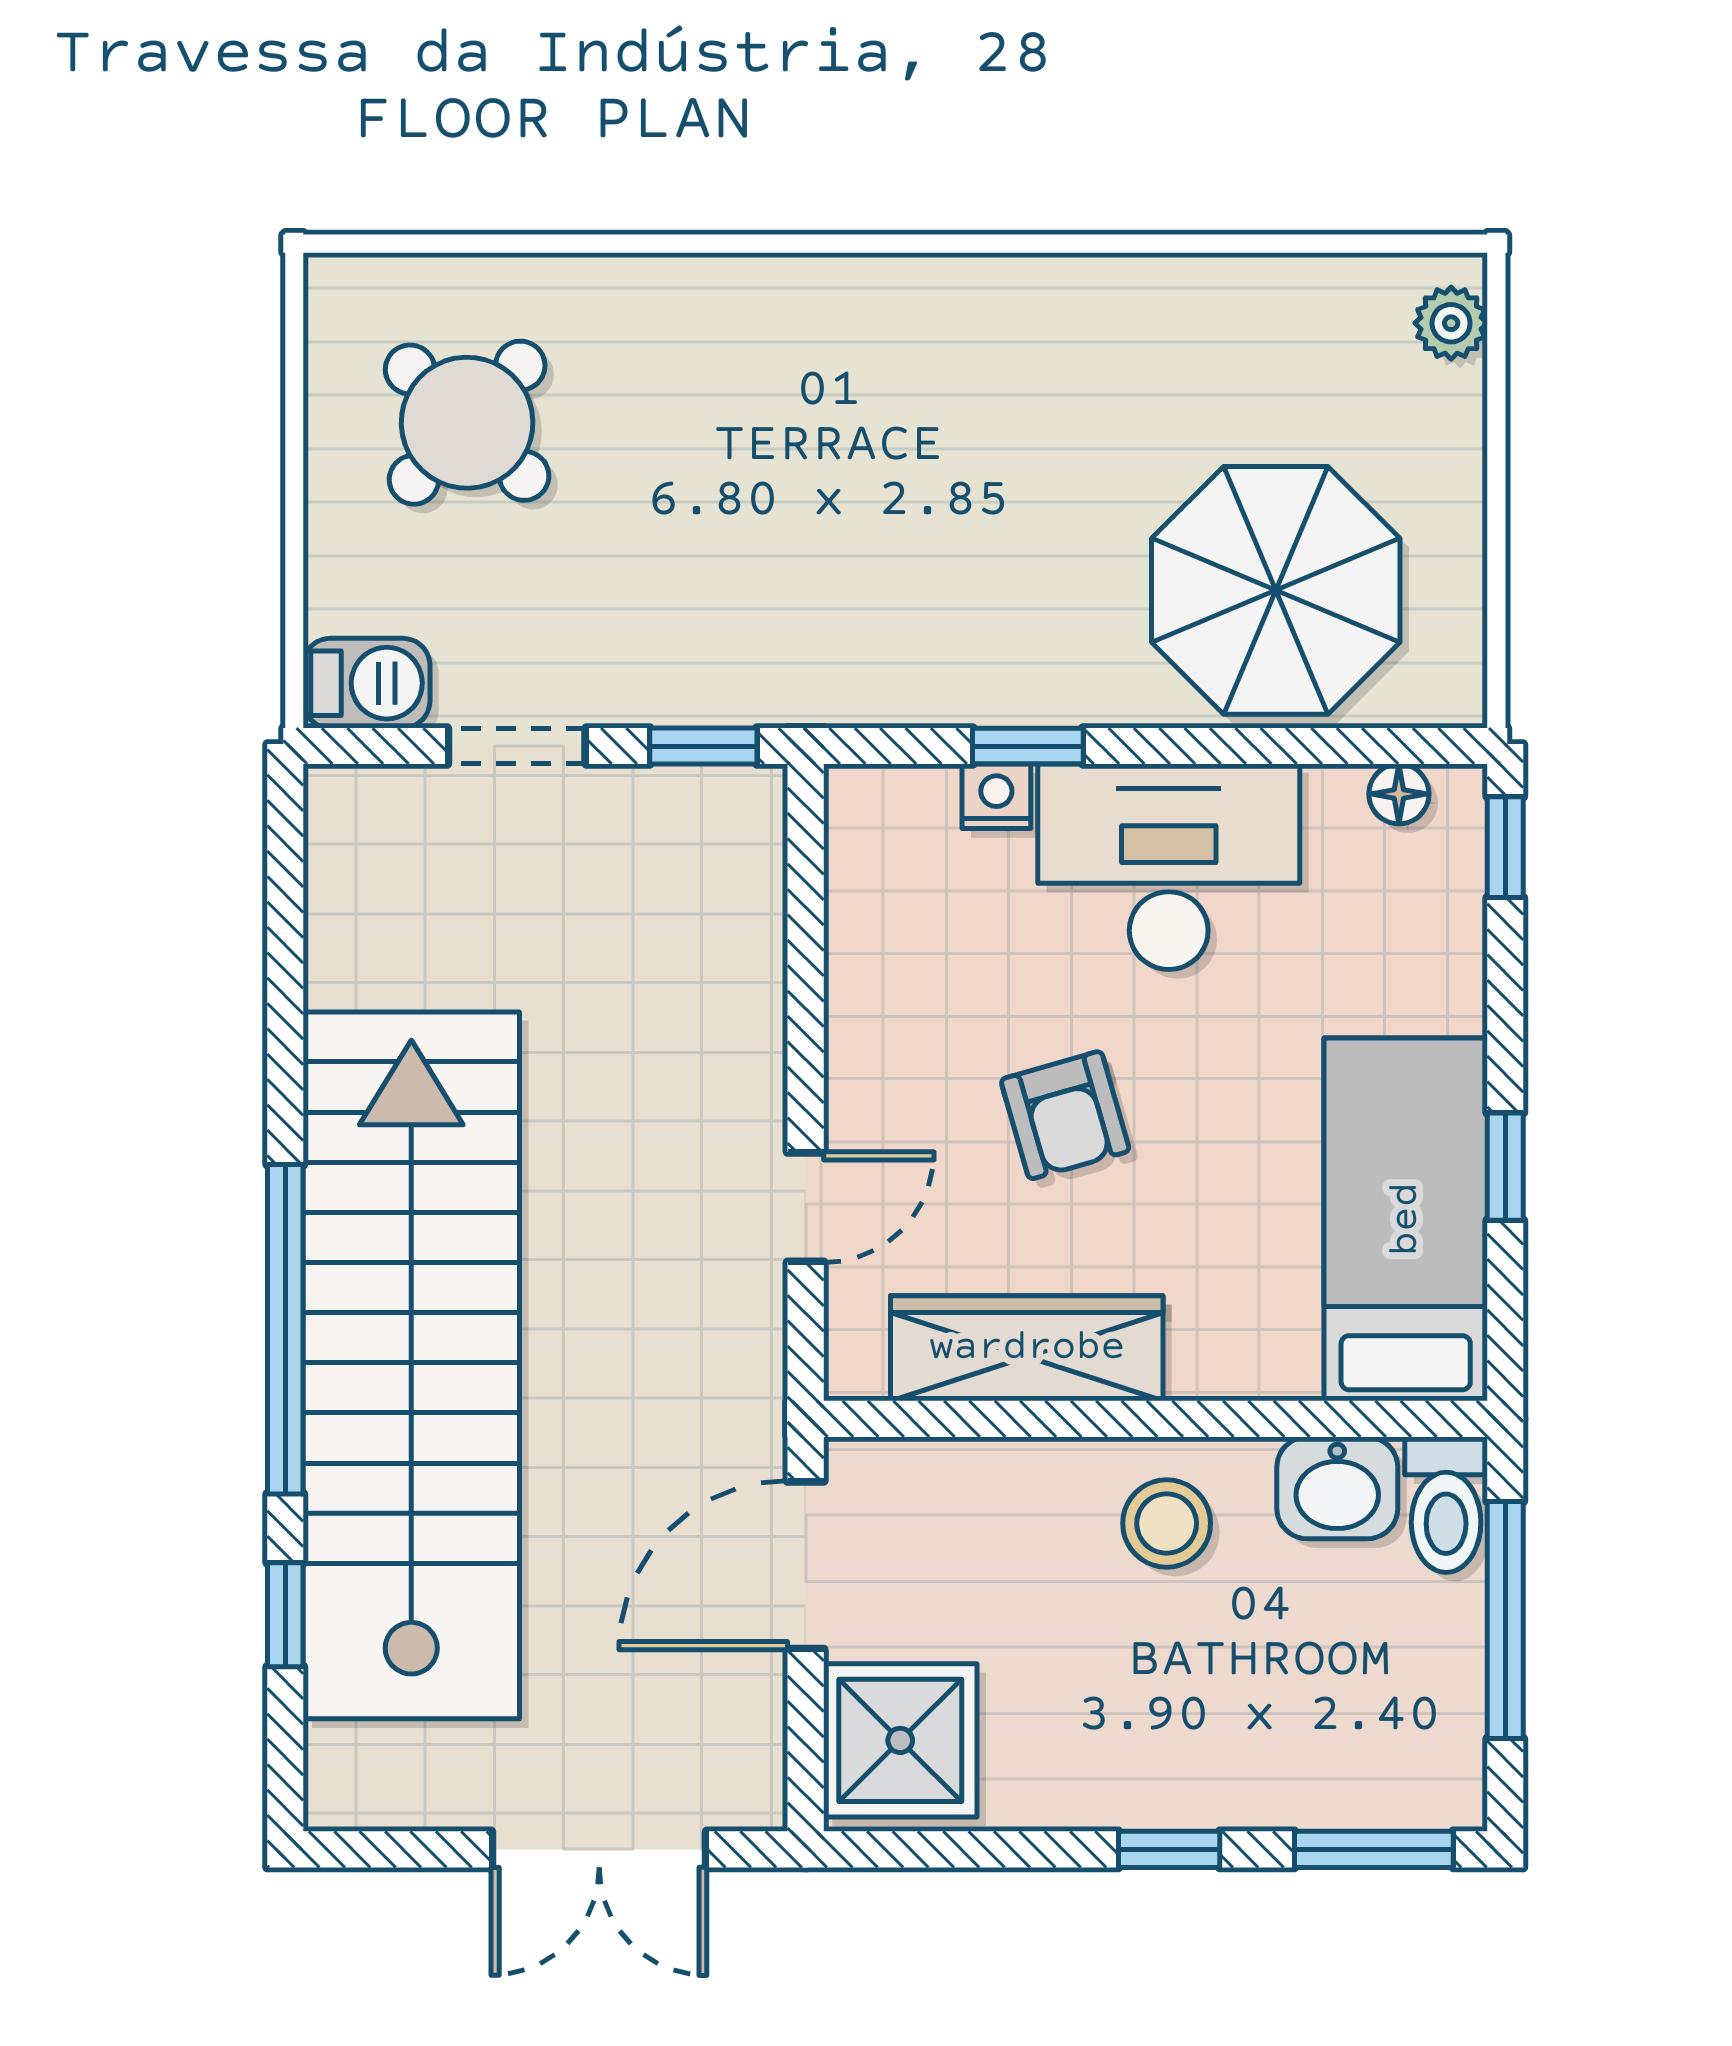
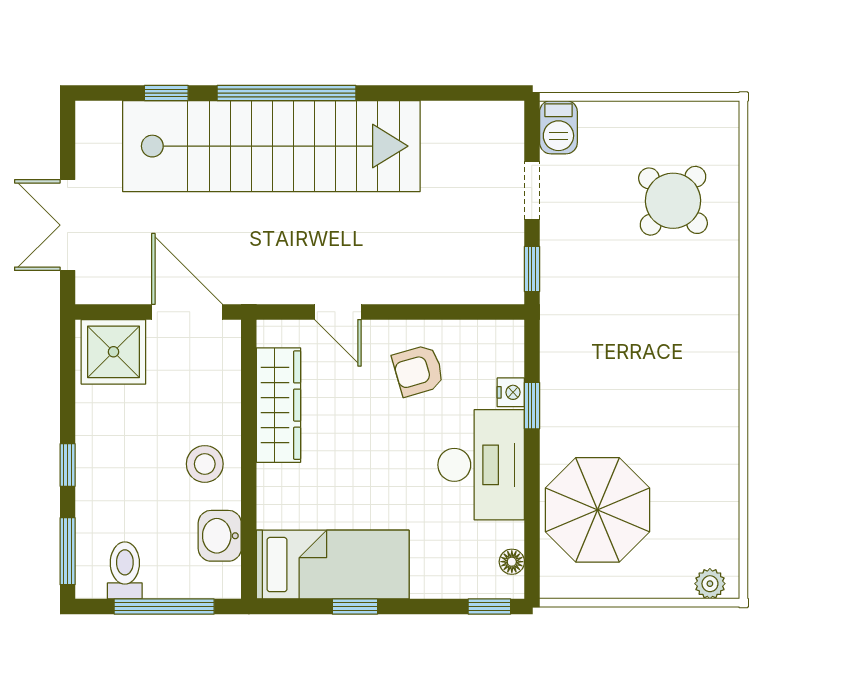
round table: (467, 423) -> (673, 201), moved
armchair: (1065, 1115) -> (418, 370), moved
toilet: (1446, 1505) -> (125, 570), moved, turned 90

